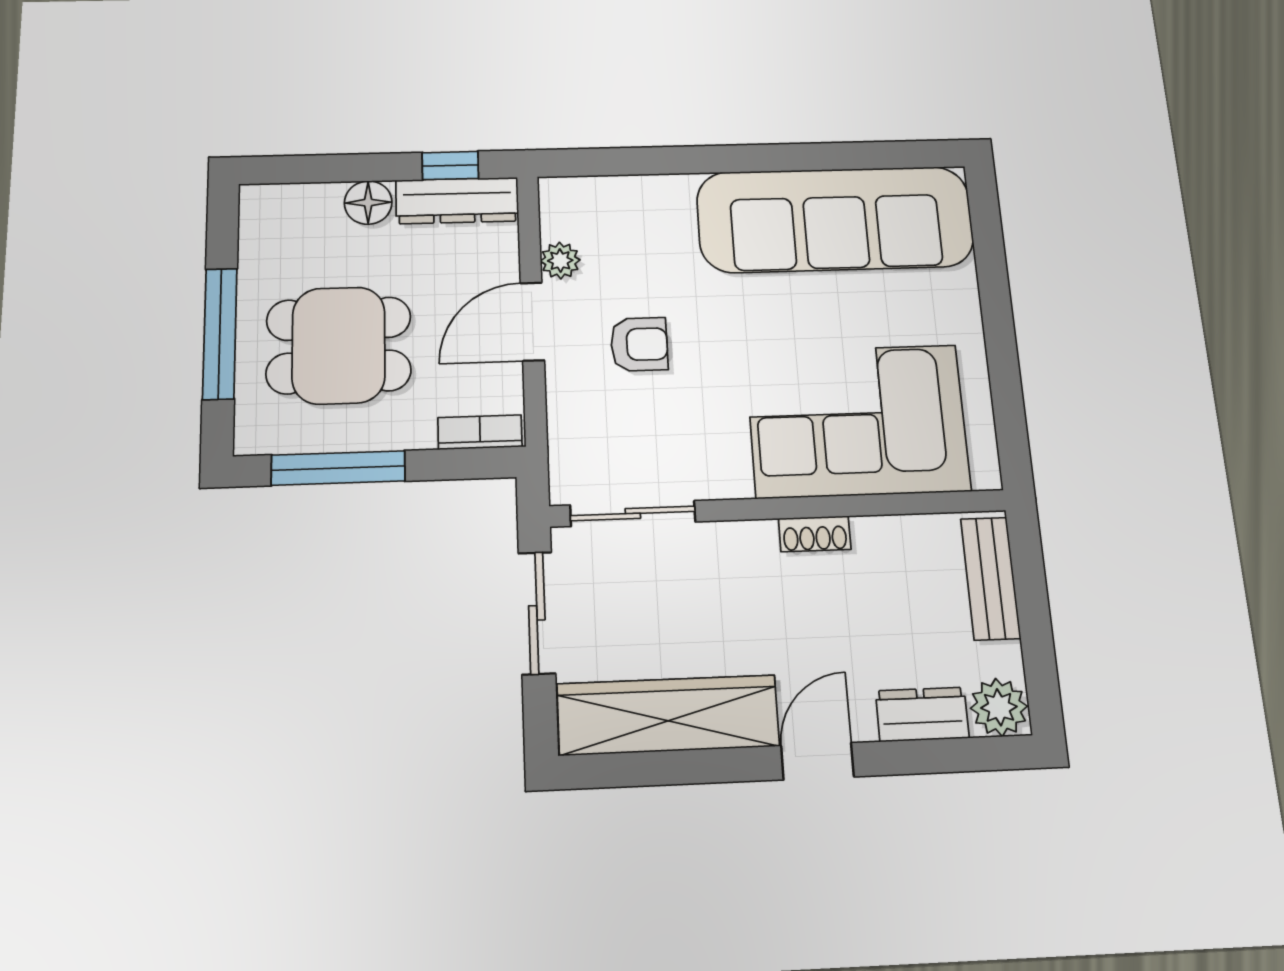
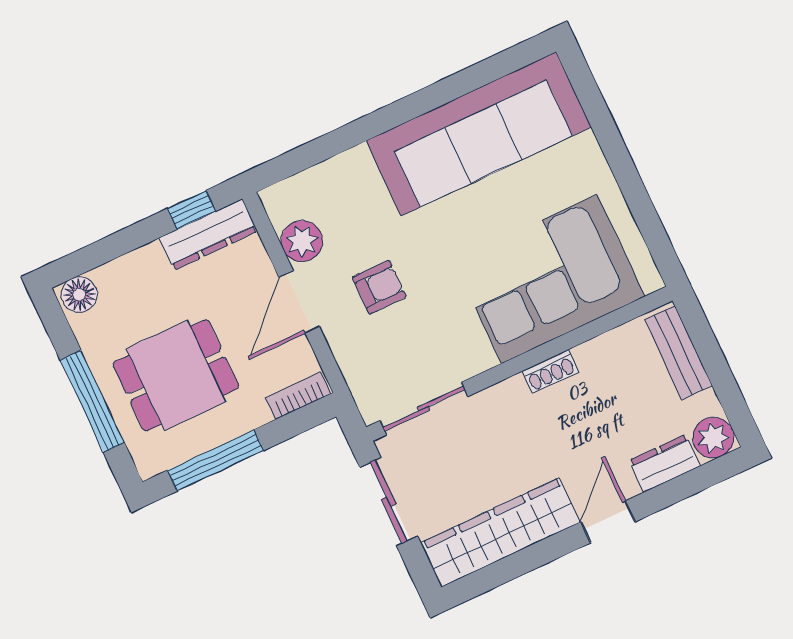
floor lamp: (368, 203) -> (79, 295), moved
plant: (560, 261) -> (302, 241), width x1.38, depth x1.38

